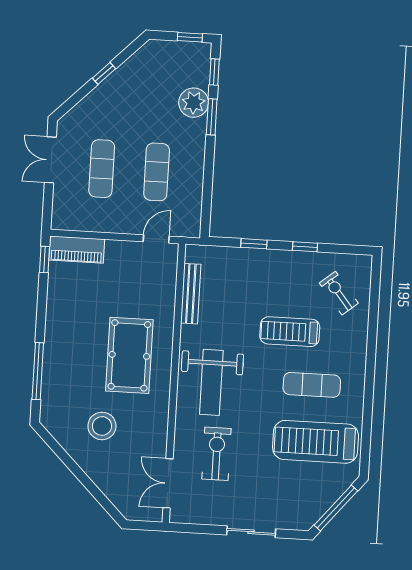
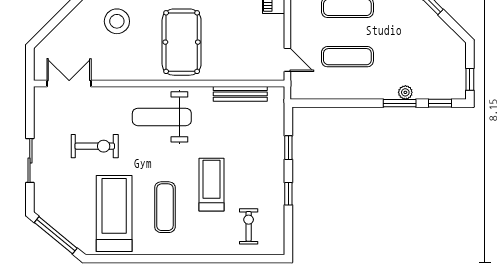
plant: (194, 103) -> (405, 92), width x0.53, depth x0.53
exercise bike: (339, 293) -> (249, 226), turned -51
pool table: (129, 355) -> (182, 42), turned 90
exercise bike: (216, 454) -> (95, 146), moved

